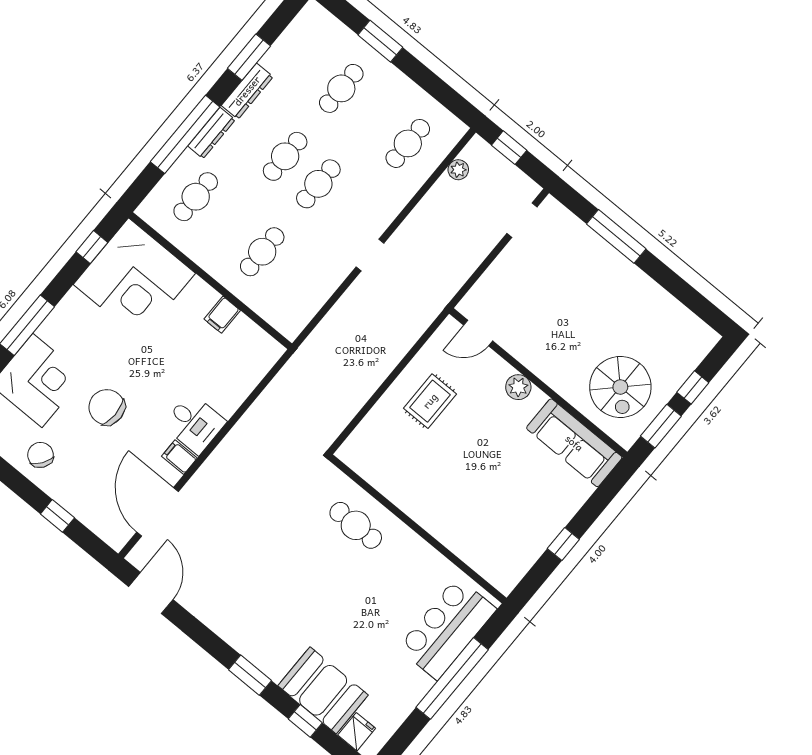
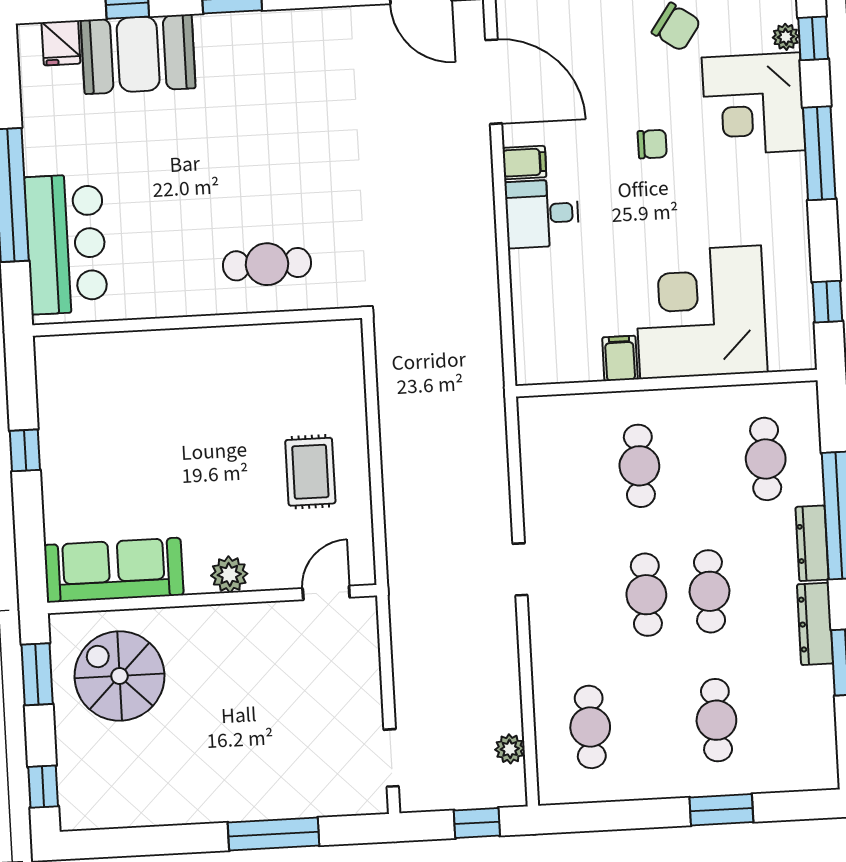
corner desk: (134, 279) -> (701, 312), moved
window: (693, 387) -> (43, 787), moved
chair: (107, 407) -> (652, 144), width x0.54, depth x0.54

